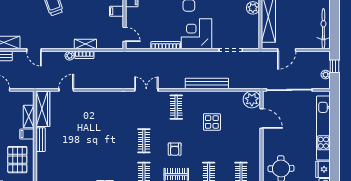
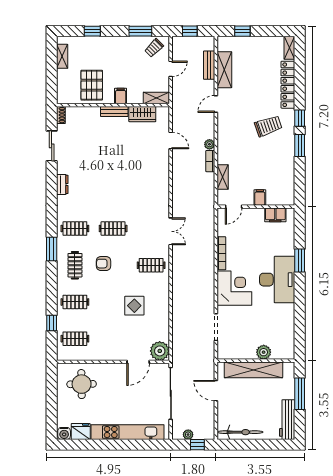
shelving: (85, 44) -> (223, 177), moved
bench: (207, 83) -> (178, 300), removed
wardrobe: (43, 109) -> (142, 114), width x0.67
shelving: (29, 117) -> (156, 98), moved
pallet: (17, 160) -> (92, 85), turned 90

